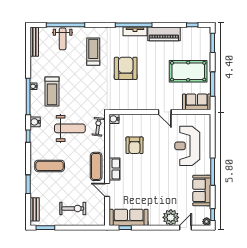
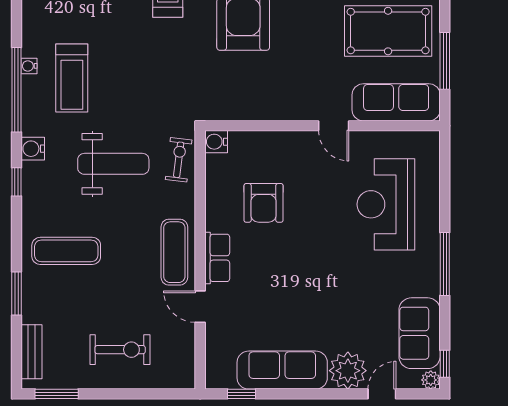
sofa: (197, 102) -> (396, 102), width x1.36
sofa: (202, 190) -> (420, 333), moved
sofa: (129, 217) -> (282, 370), moved

